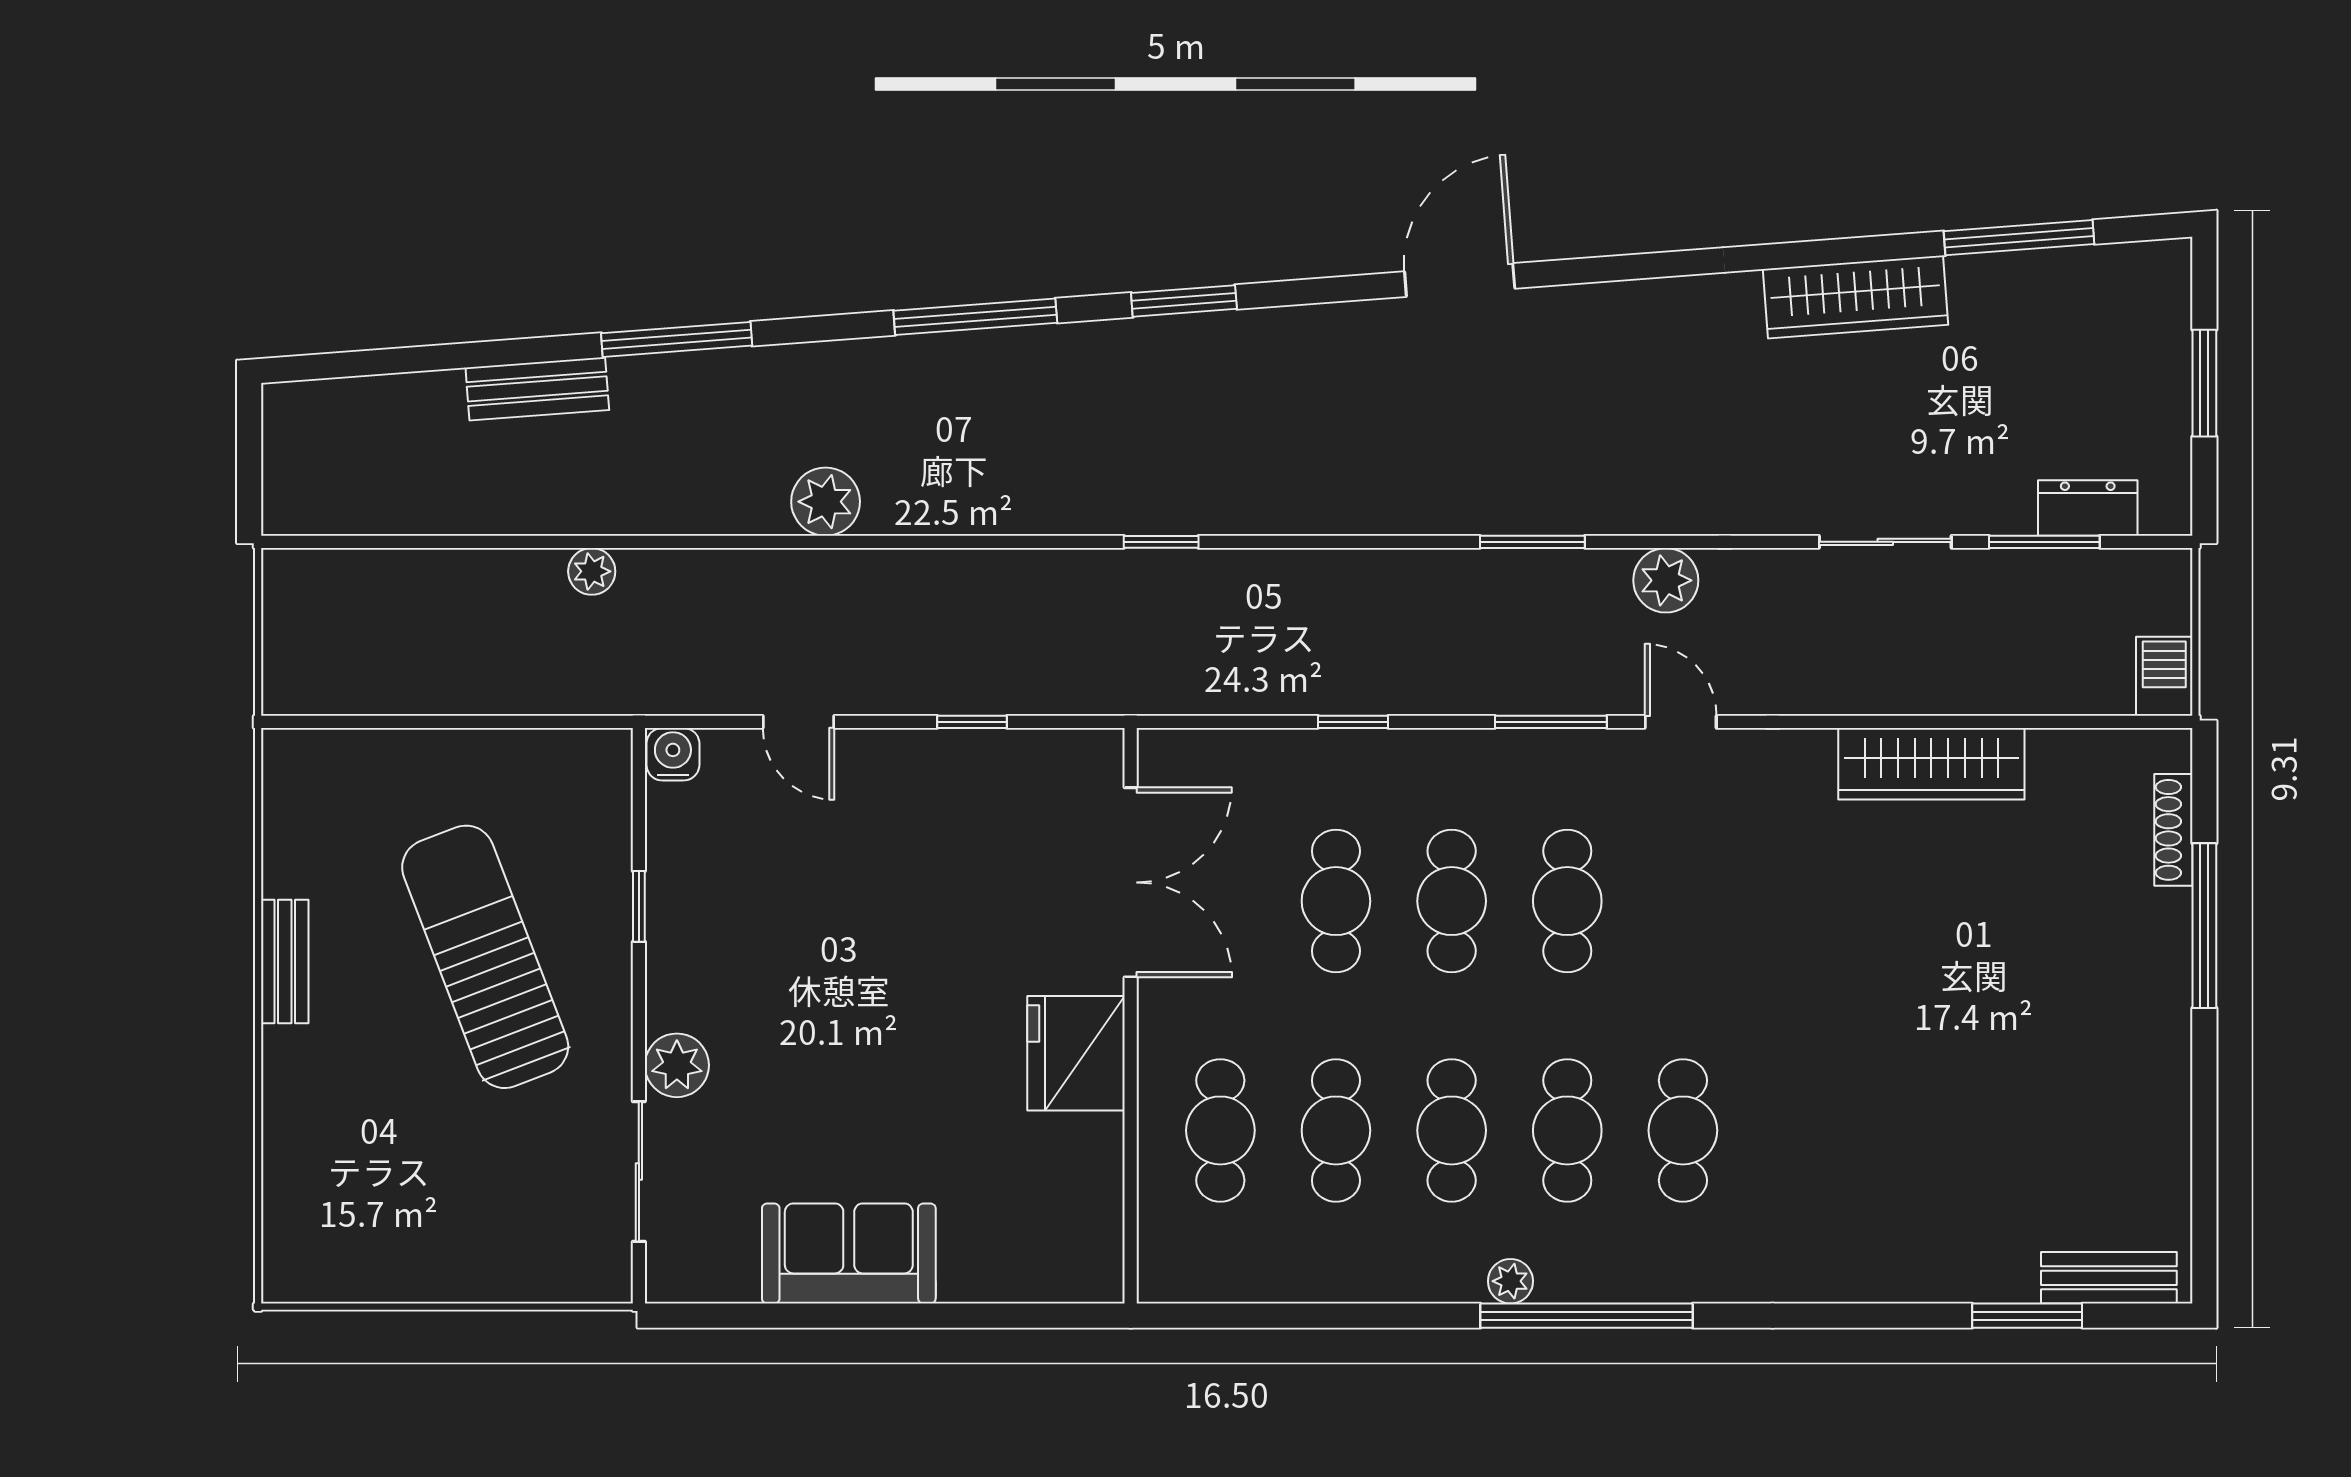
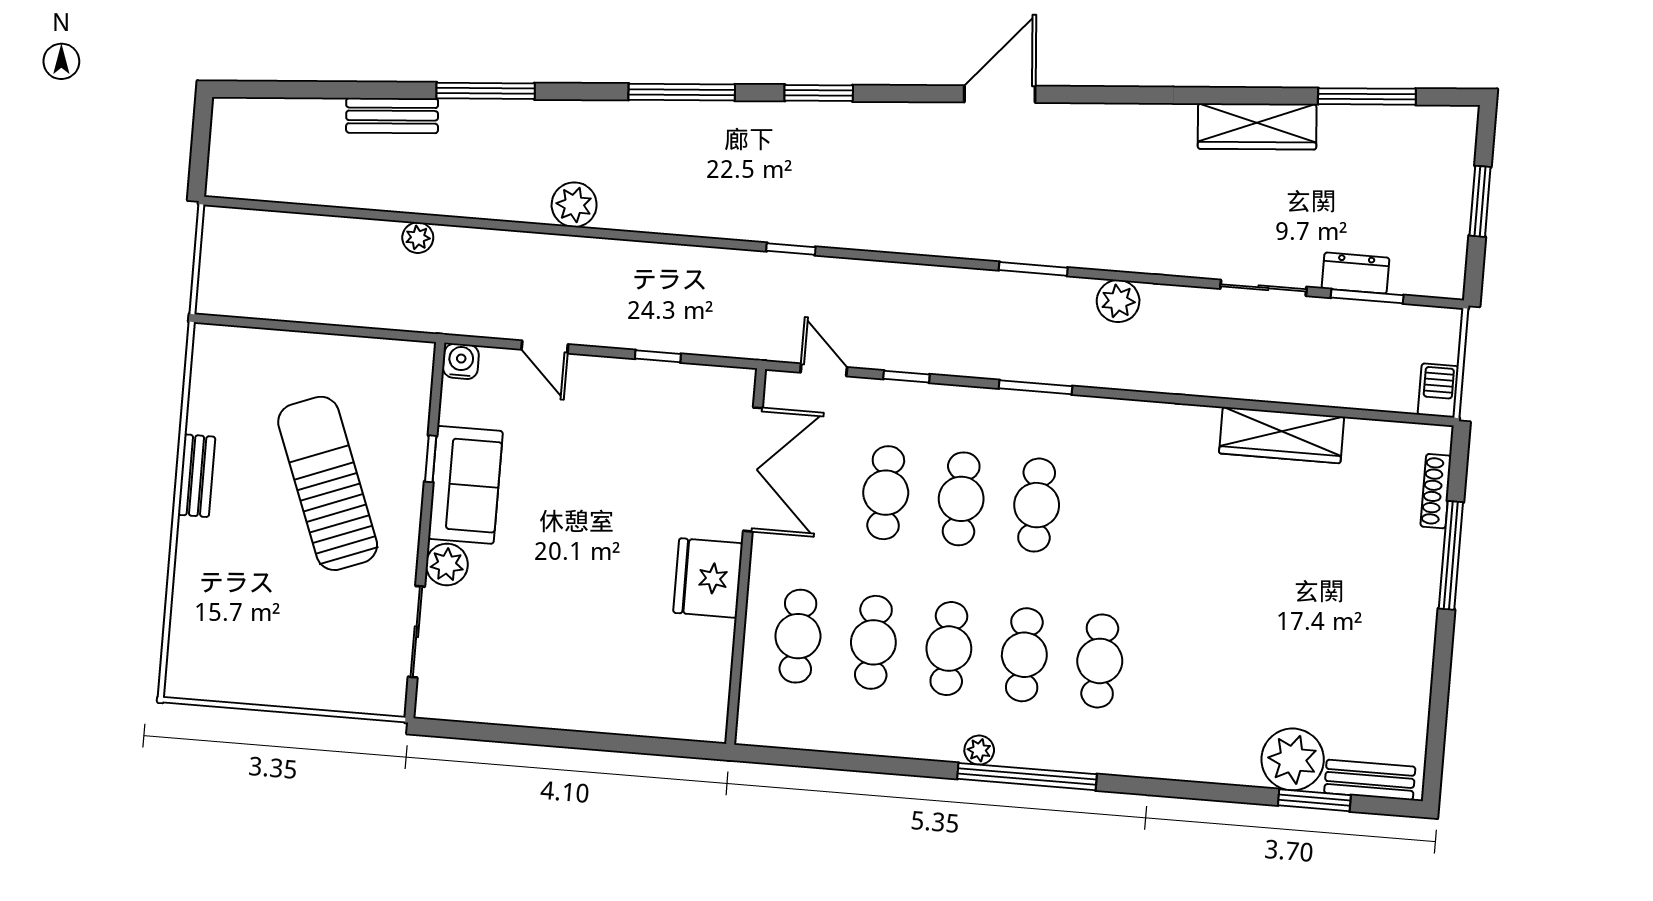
dresser: (2088, 508) -> (1355, 273), moved
door: (1681, 722) -> (824, 370), moved
sofa: (849, 1253) -> (465, 485), moved, turned 90
plant: (1989, 1256) -> (1293, 759), added

